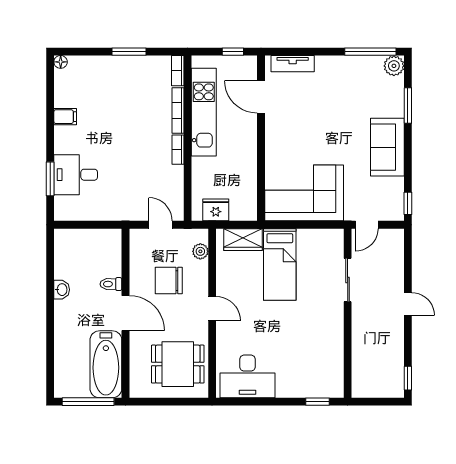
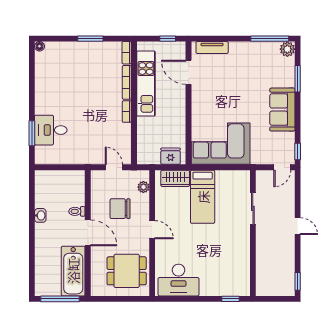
filing cabinet: (65, 117) -> (43, 87), removed
fridge: (216, 210) -> (171, 156), moved
door: (367, 225) -> (282, 167), moved

